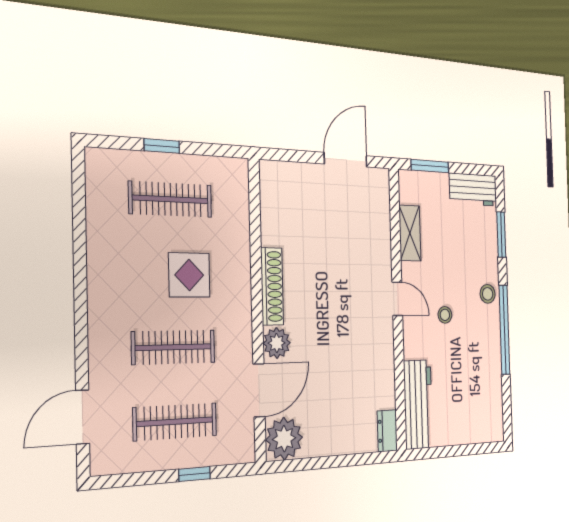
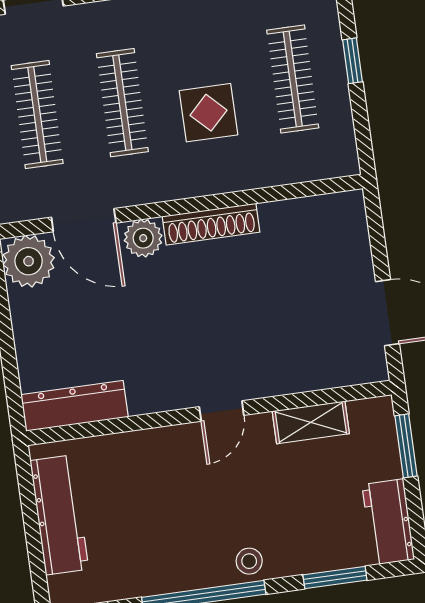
stool: (445, 315) -> (211, 491), removed
workbench: (418, 404) -> (59, 515), moved, turned -90
dresser: (387, 431) -> (74, 406), width x1.96, depth x1.24

